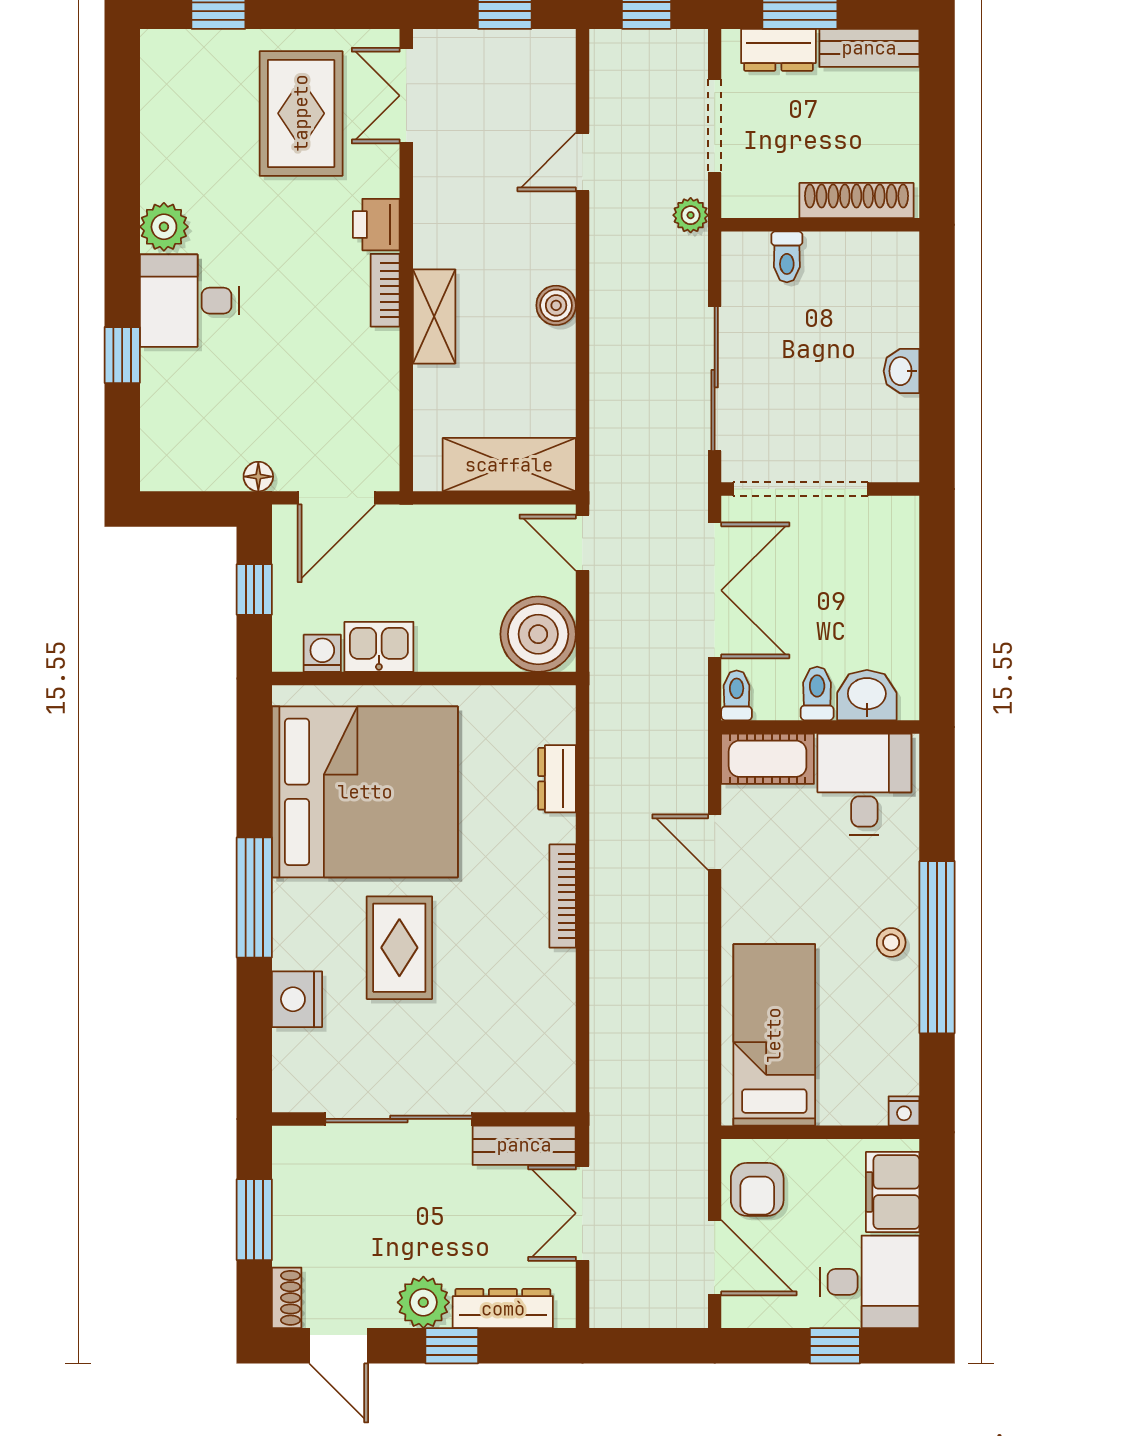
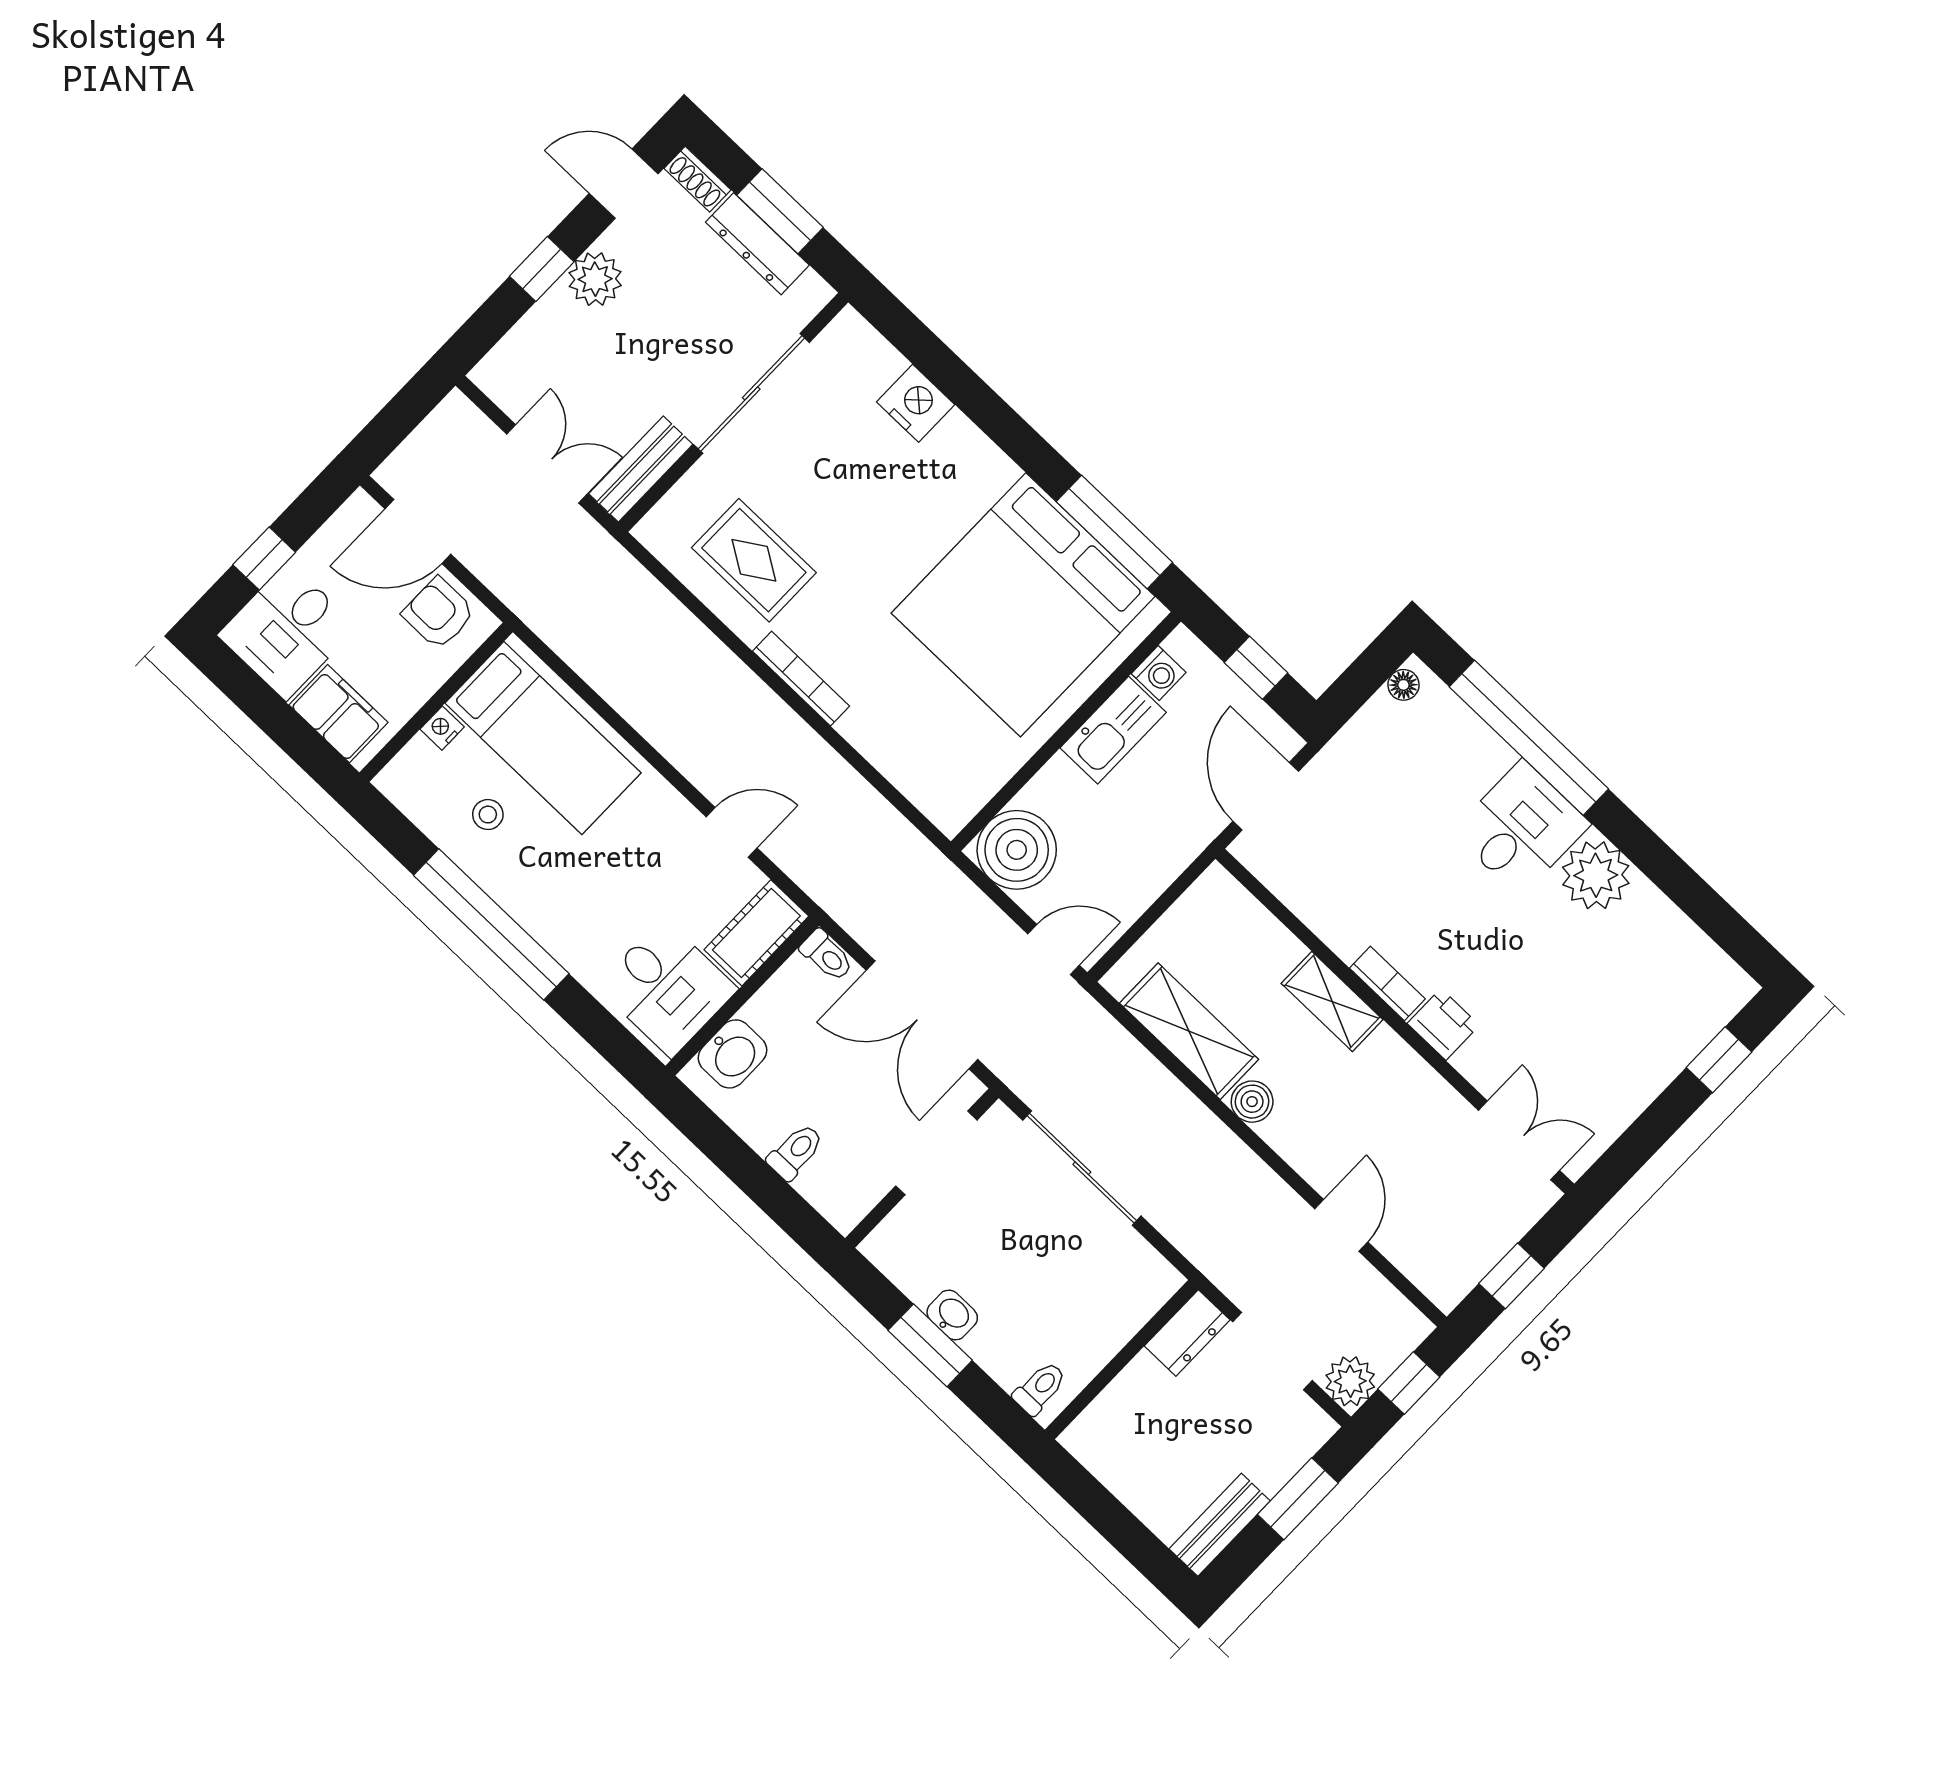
dresser: (778, 50) -> (1187, 1333), moved, turned 180
rug: (301, 113) -> (1582, 1048), removed
shoe rack: (856, 201) -> (1114, 1404), removed
plant: (691, 215) -> (1350, 1381), moved, width x1.38, depth x1.38
plant: (164, 227) -> (1596, 875), width x1.36, depth x1.36
toilet: (787, 257) -> (1040, 1388), moved, turned 90
window: (122, 355) -> (1529, 738), width x3.17
window: (937, 366) -> (930, 1345), added
shelving: (509, 465) -> (1189, 1031), moved, turned 90
floor lamp: (258, 477) -> (1403, 685), moved
doorway: (800, 489) -> (936, 1153), width x0.73
kitchen sink: (379, 647) -> (1113, 730), width x1.38
toilet: (817, 693) -> (795, 1152), moved, turned -90
dresser: (557, 779) -> (894, 759), removed
window: (254, 897) -> (1114, 532), moved
stool: (891, 942) -> (488, 815), moved
rug: (399, 948) -> (754, 560), moved
nightstand: (904, 1111) -> (442, 728), moved
dresser: (503, 1309) -> (757, 244), moved, turned 90

